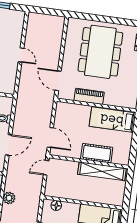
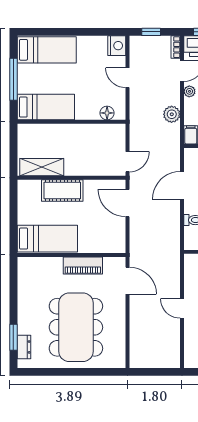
shelving: (102, 171) -> (42, 167), width x0.68

